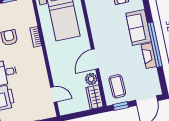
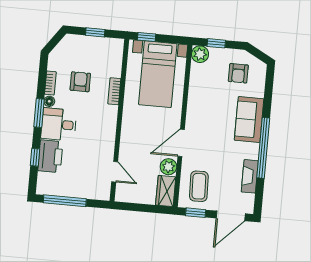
fireplace: (149, 56) -> (250, 176), moved

